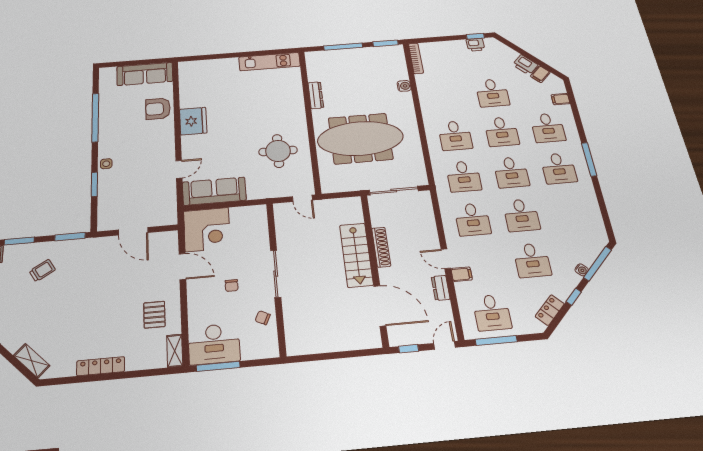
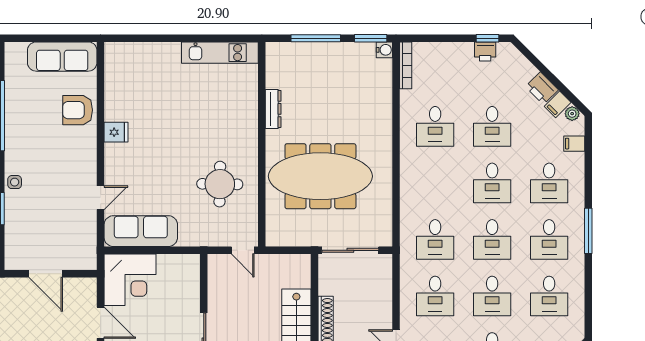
plant: (553, 79) -> (572, 114), added
water cooler: (404, 86) -> (384, 50), moved
fridge: (193, 121) -> (116, 132), width x0.53, depth x0.75
desk: (455, 135) -> (435, 126), moved
desk: (570, 211) -> (549, 296), added

